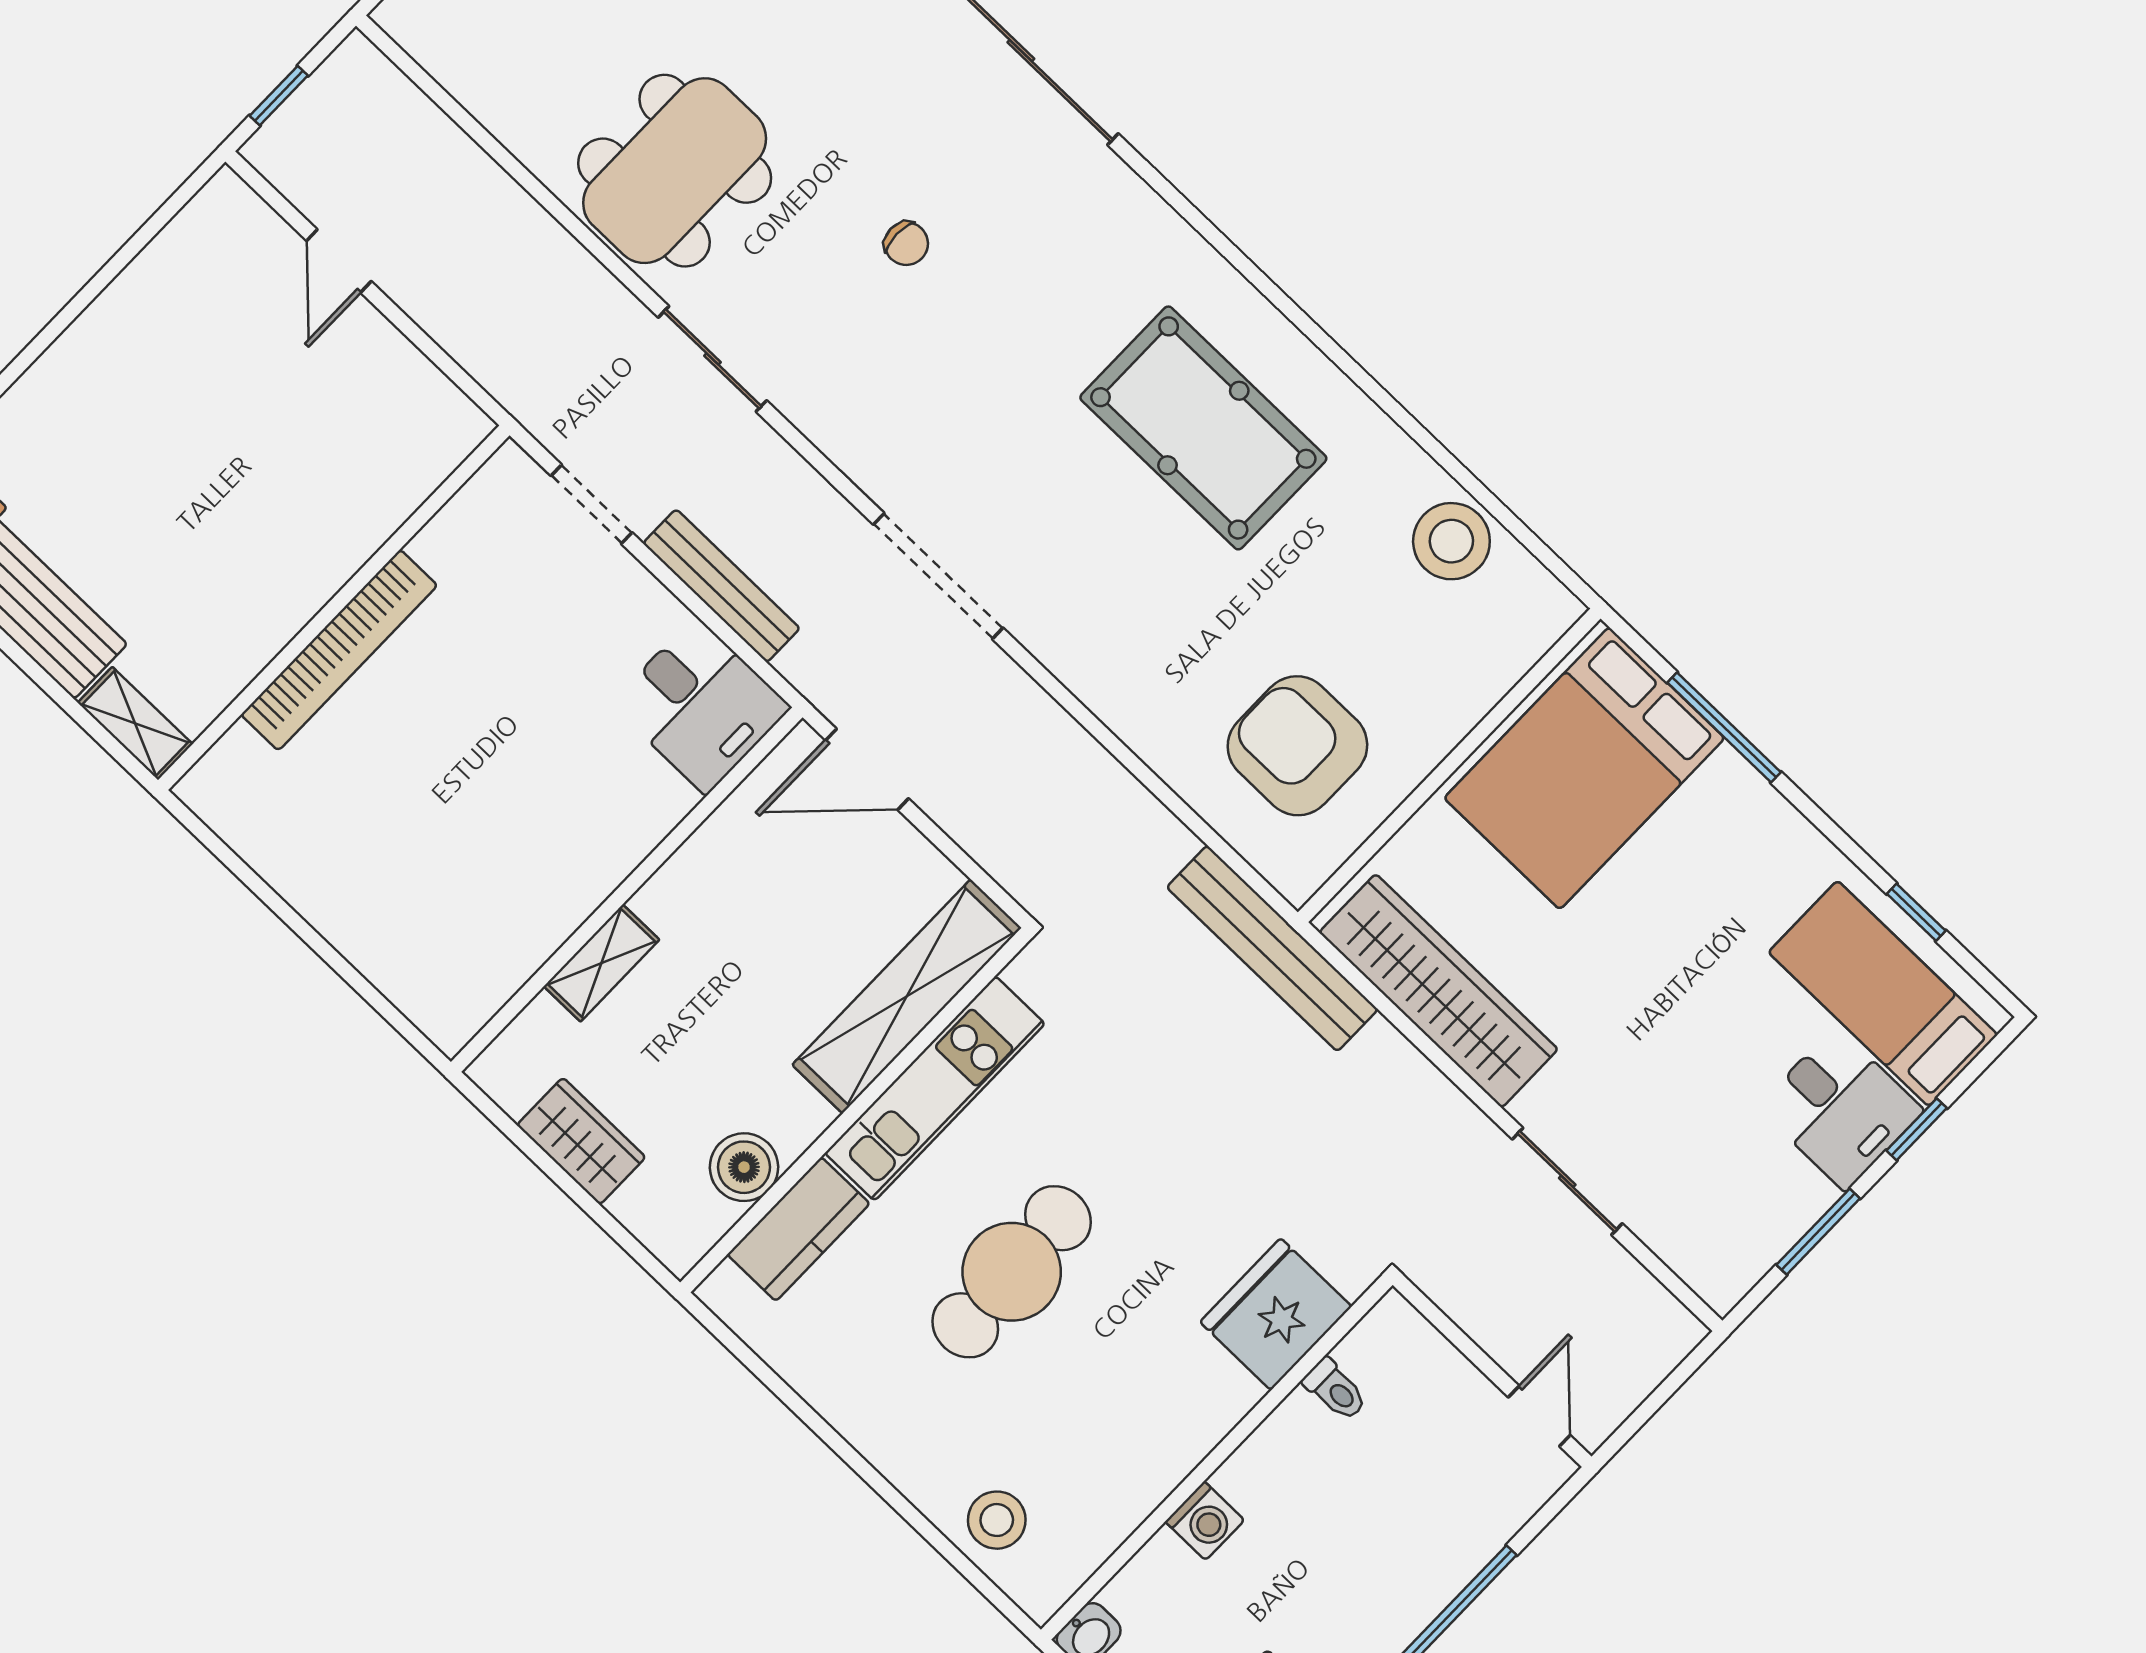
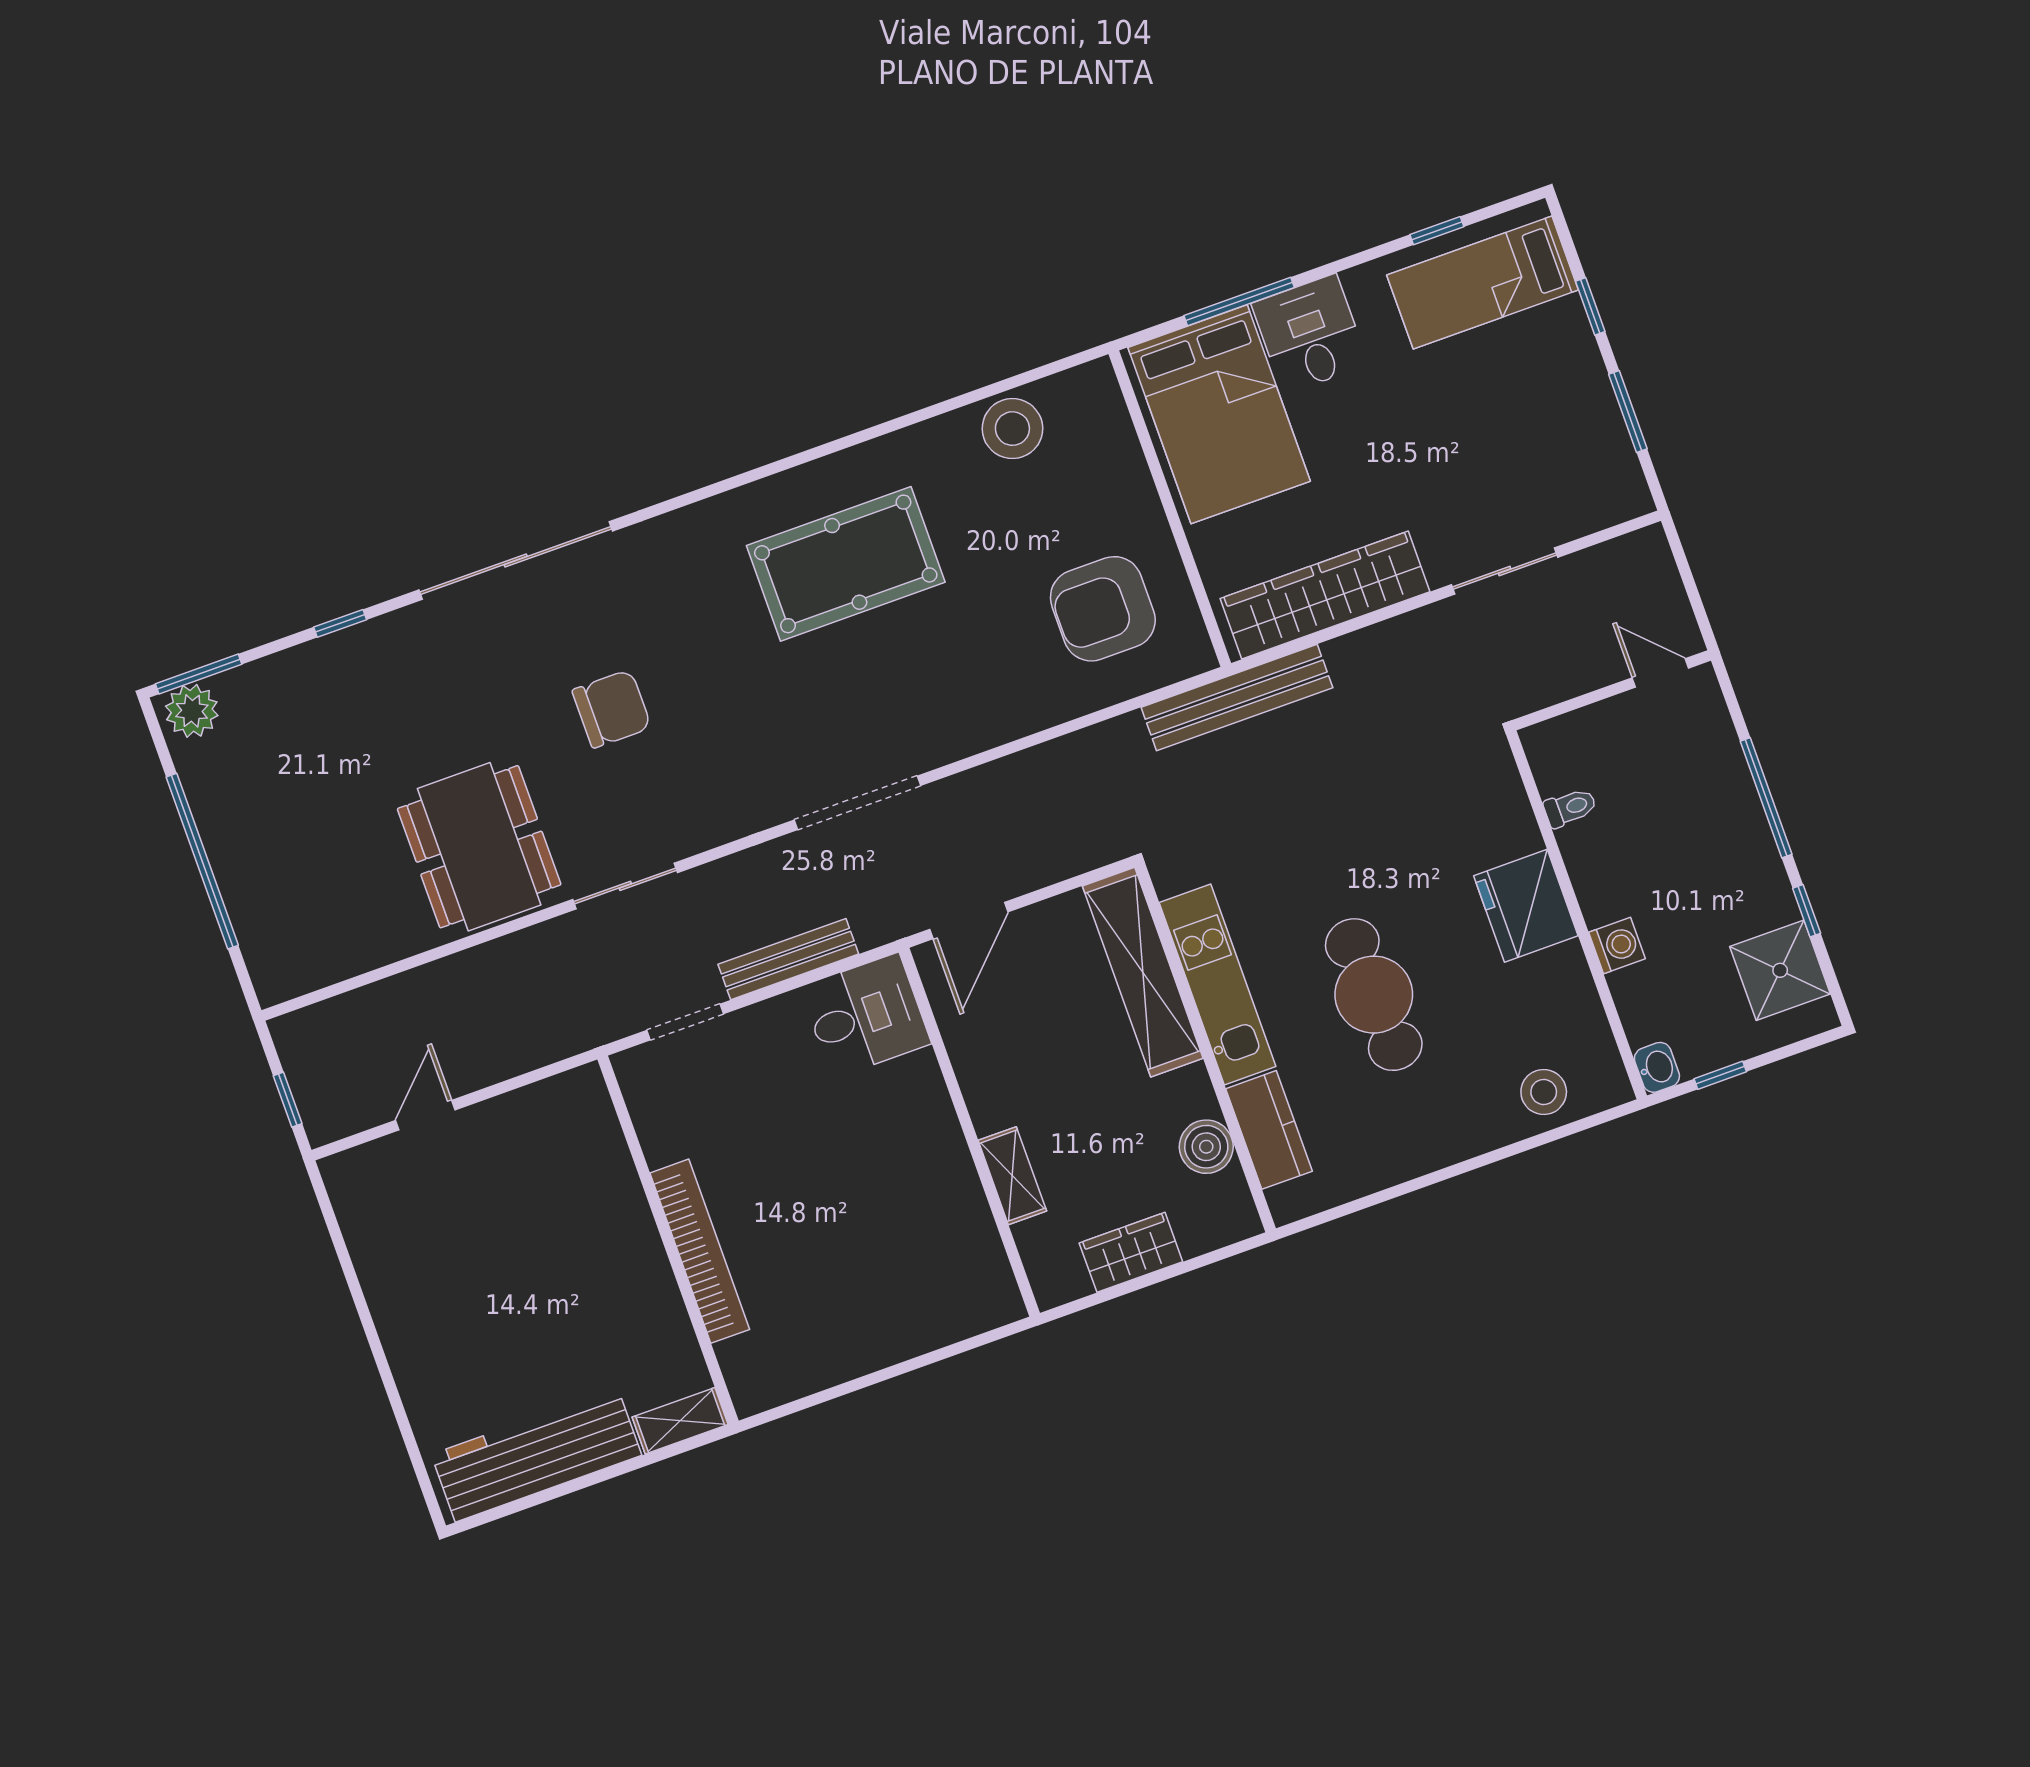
chair: (906, 244) -> (612, 709), width x1.87, depth x1.87
door: (339, 261) -> (425, 1115), swing flipped
desk: (1840, 1109) -> (1310, 334), moved, turned -90
fridge: (1276, 1314) -> (1526, 906), moved

